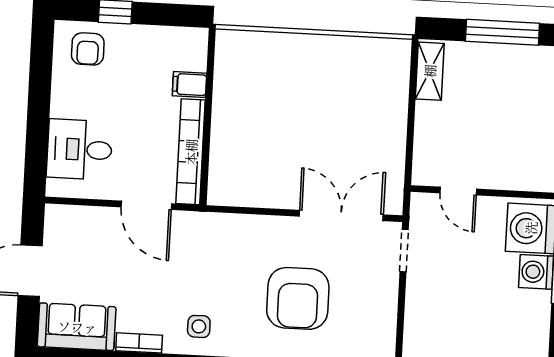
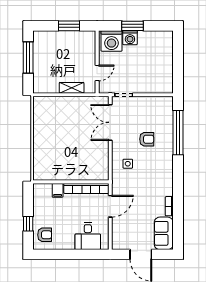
shelving: (430, 71) -> (72, 88), moved
armchair: (298, 298) -> (147, 139), width x0.53, depth x0.53
side table: (199, 326) -> (128, 164), moved

